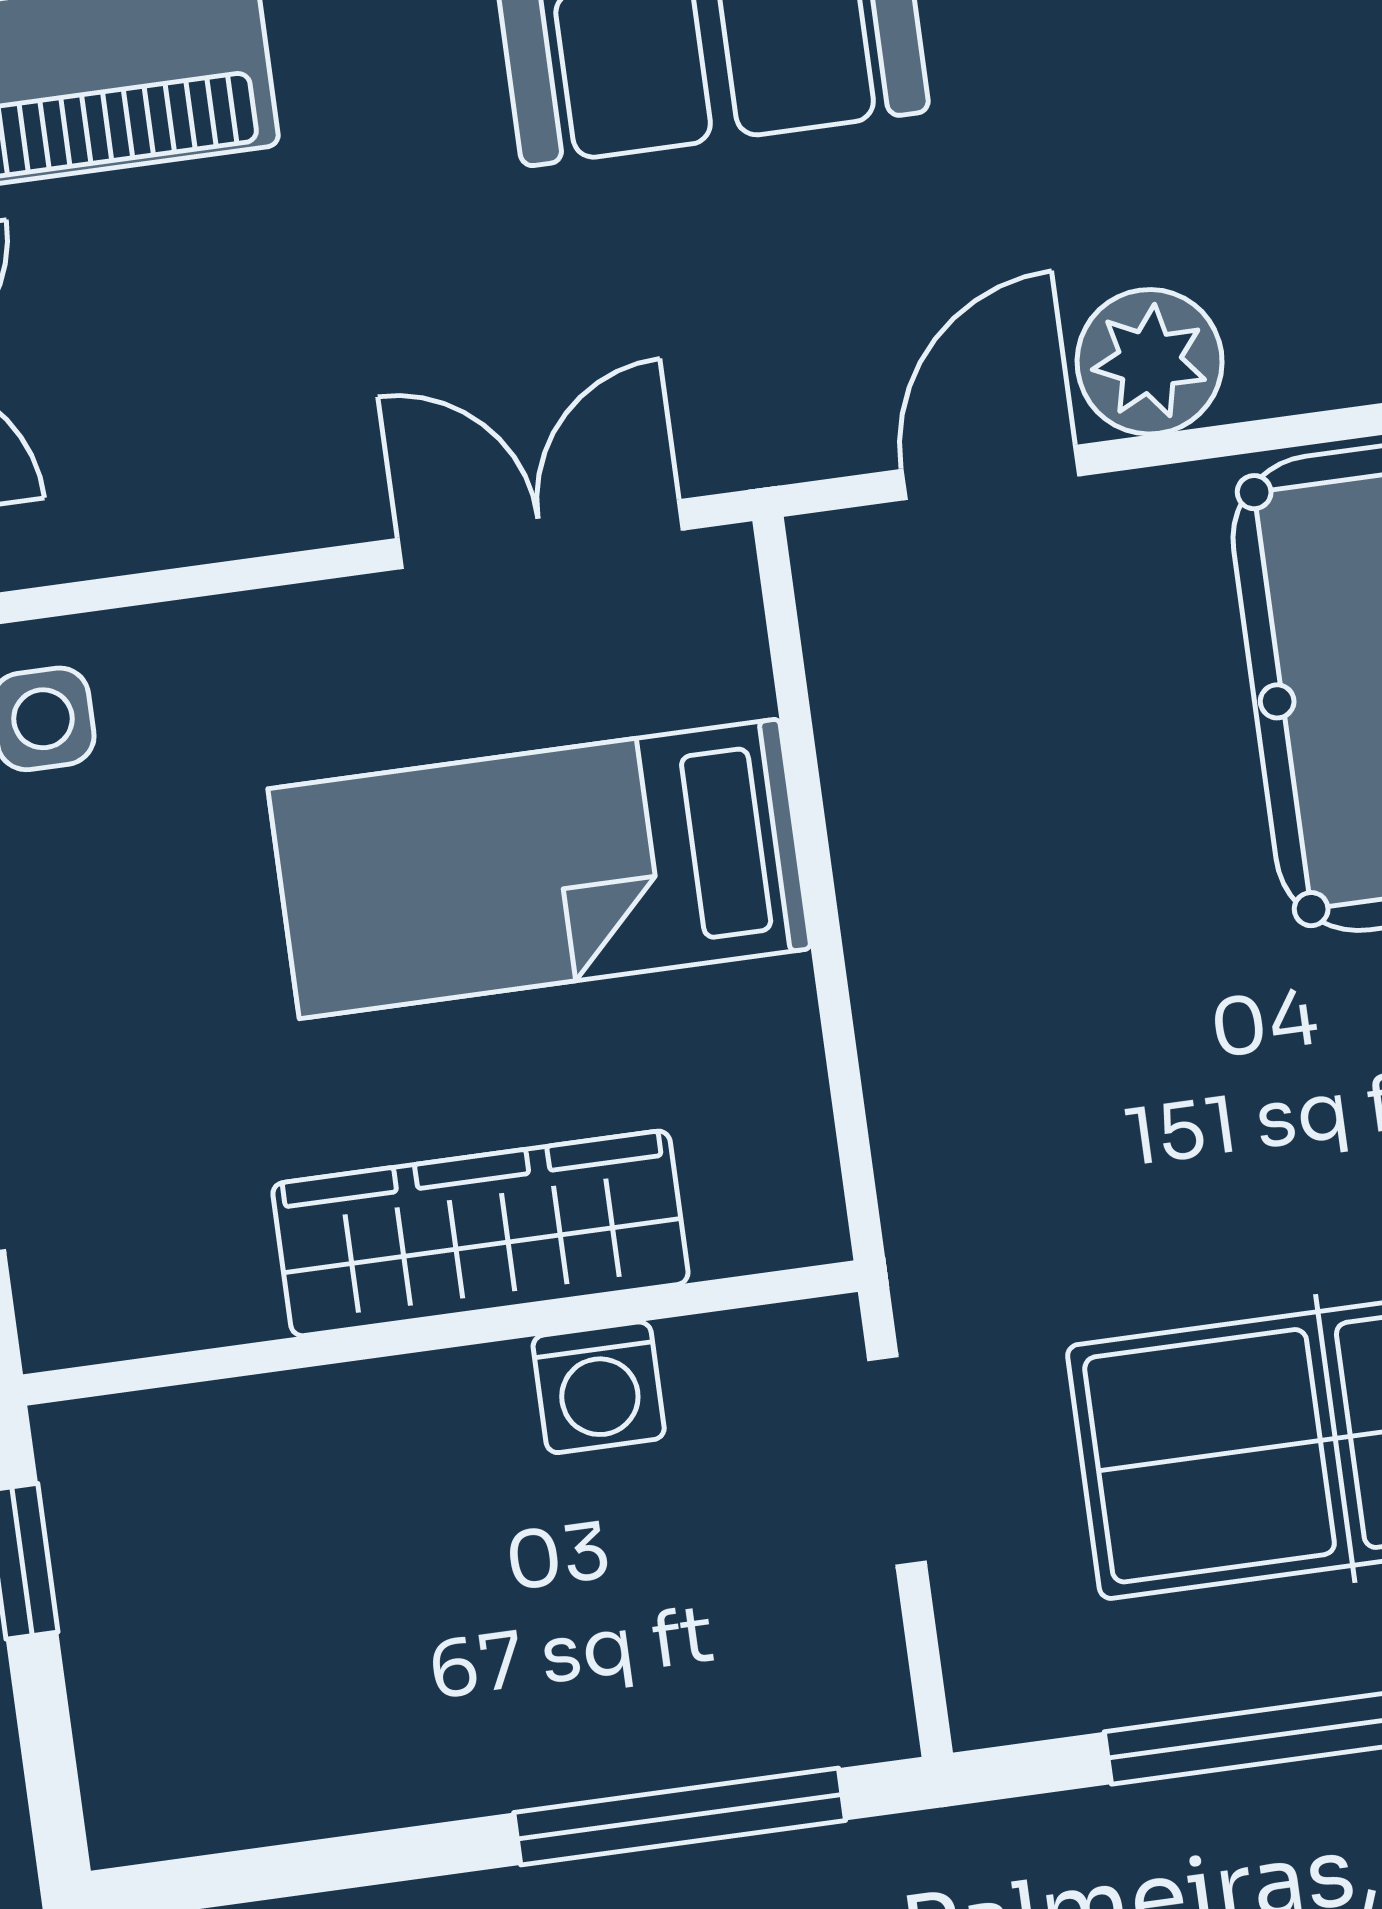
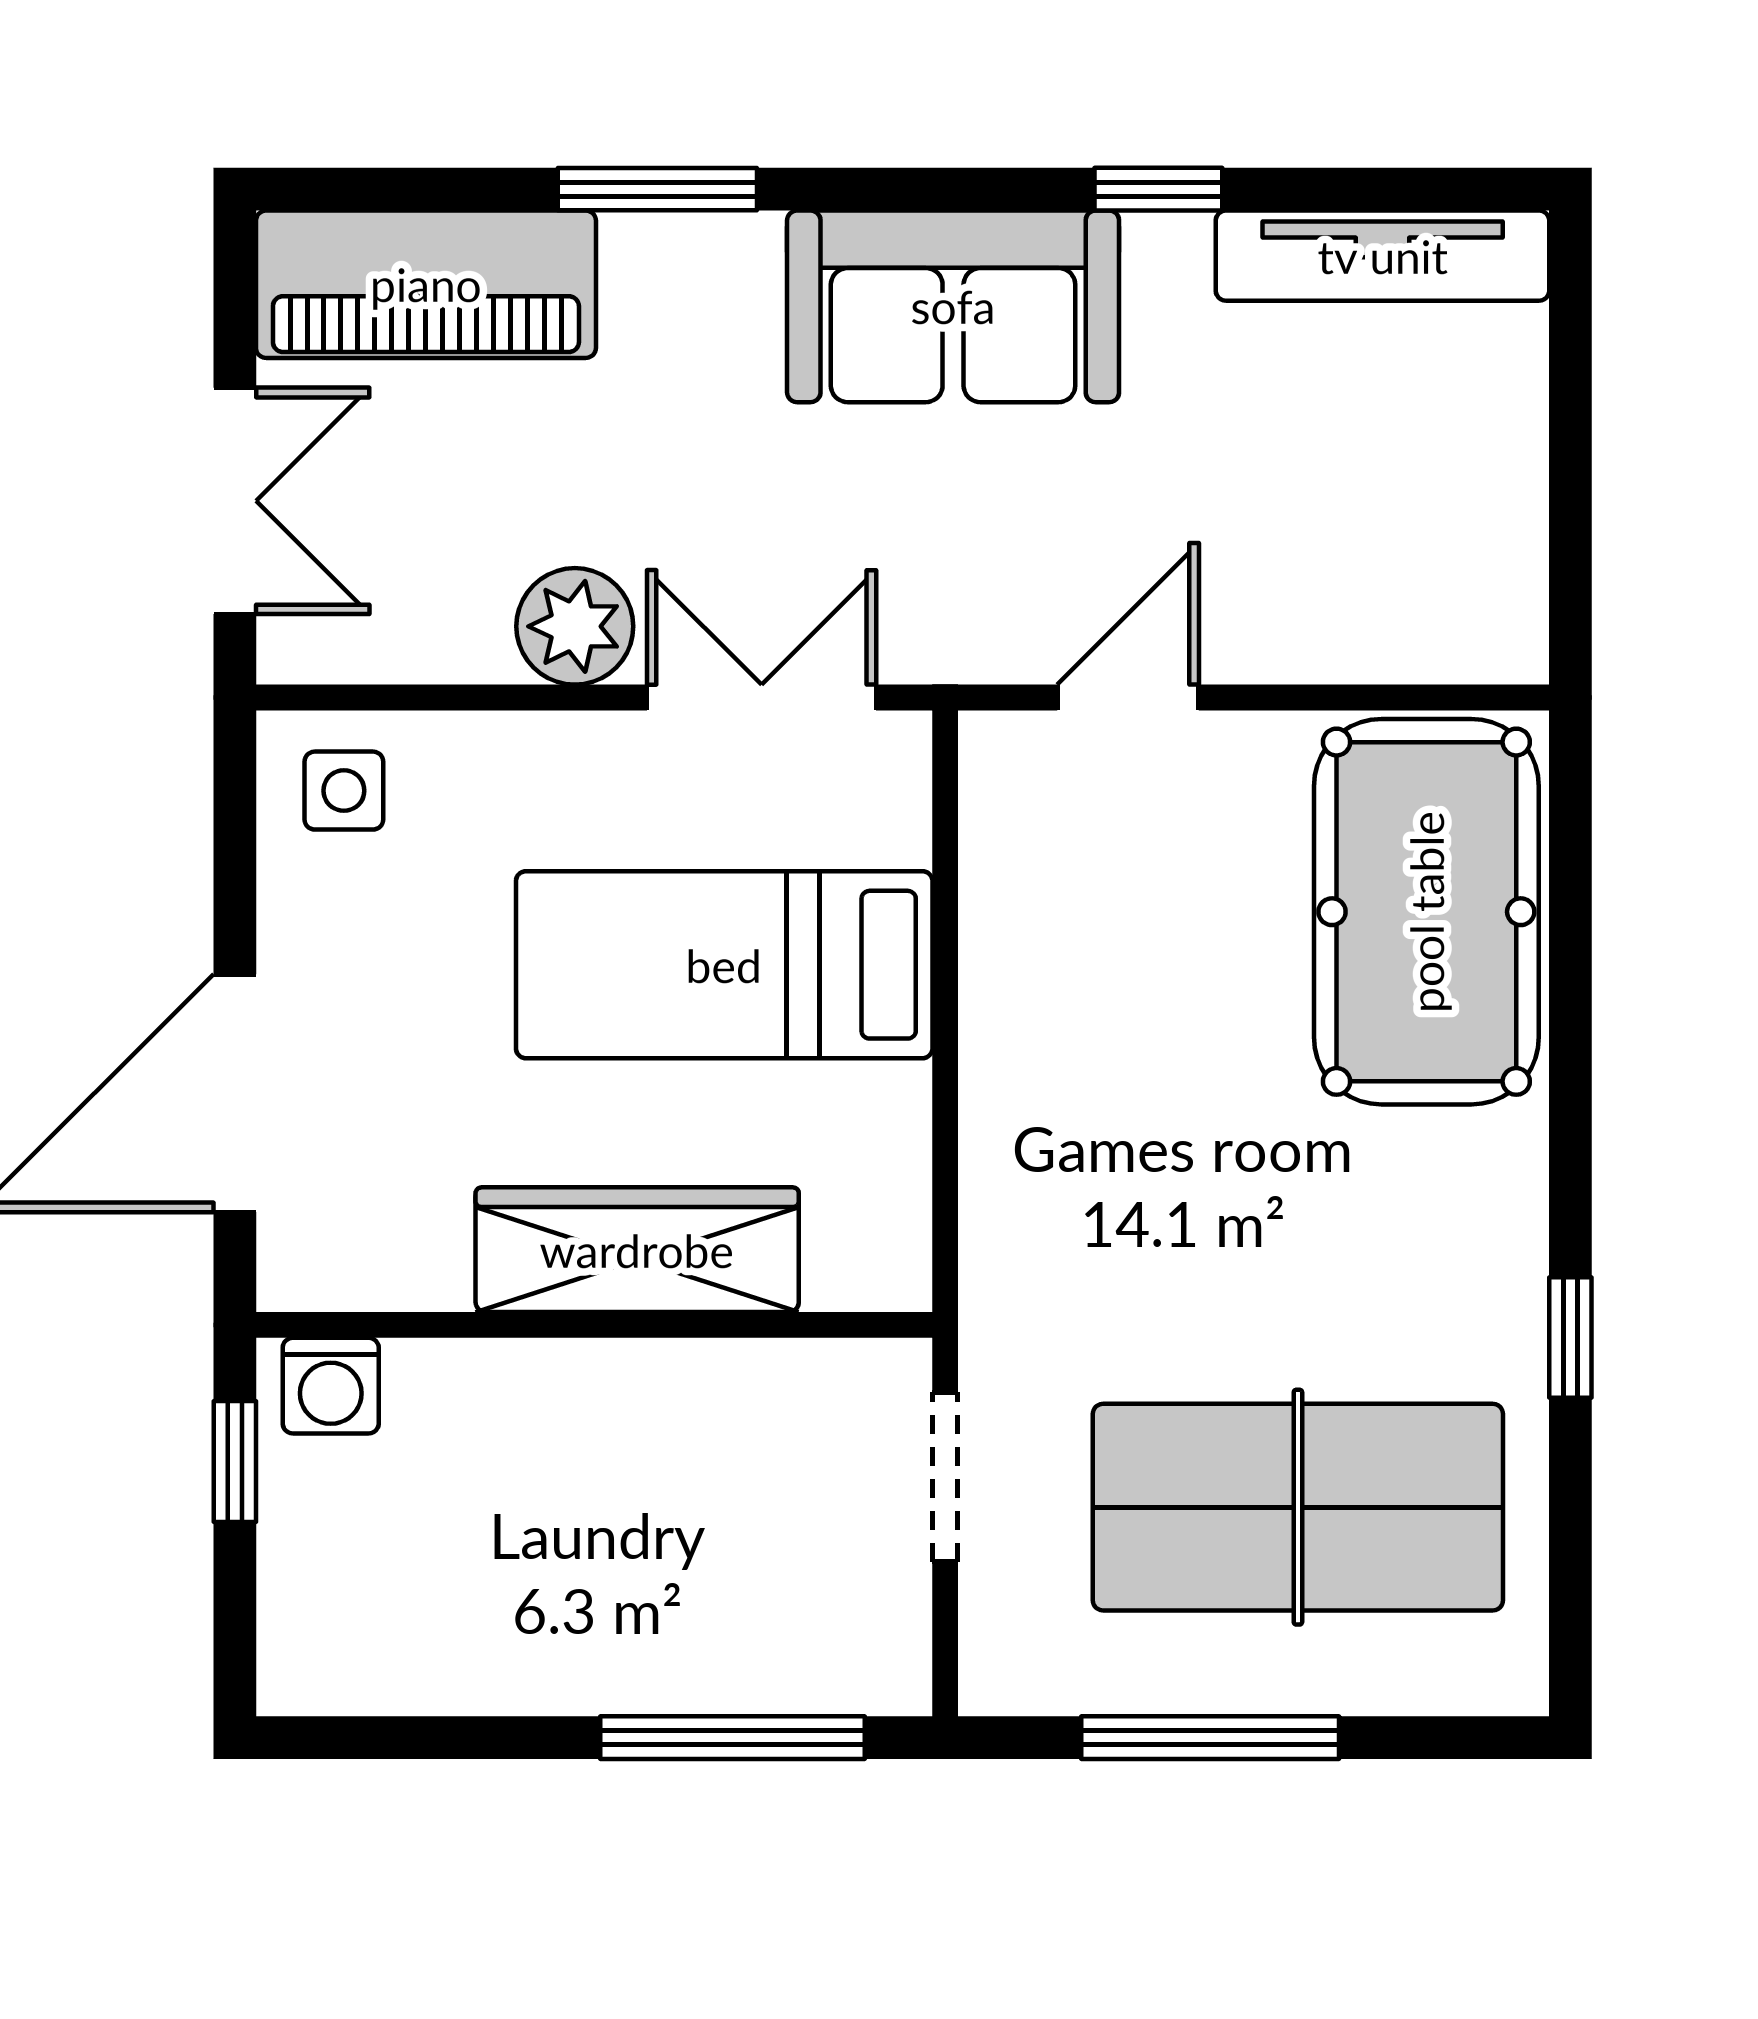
plant: (1150, 362) -> (575, 626), moved
washing machine: (599, 1387) -> (331, 1386), moved

